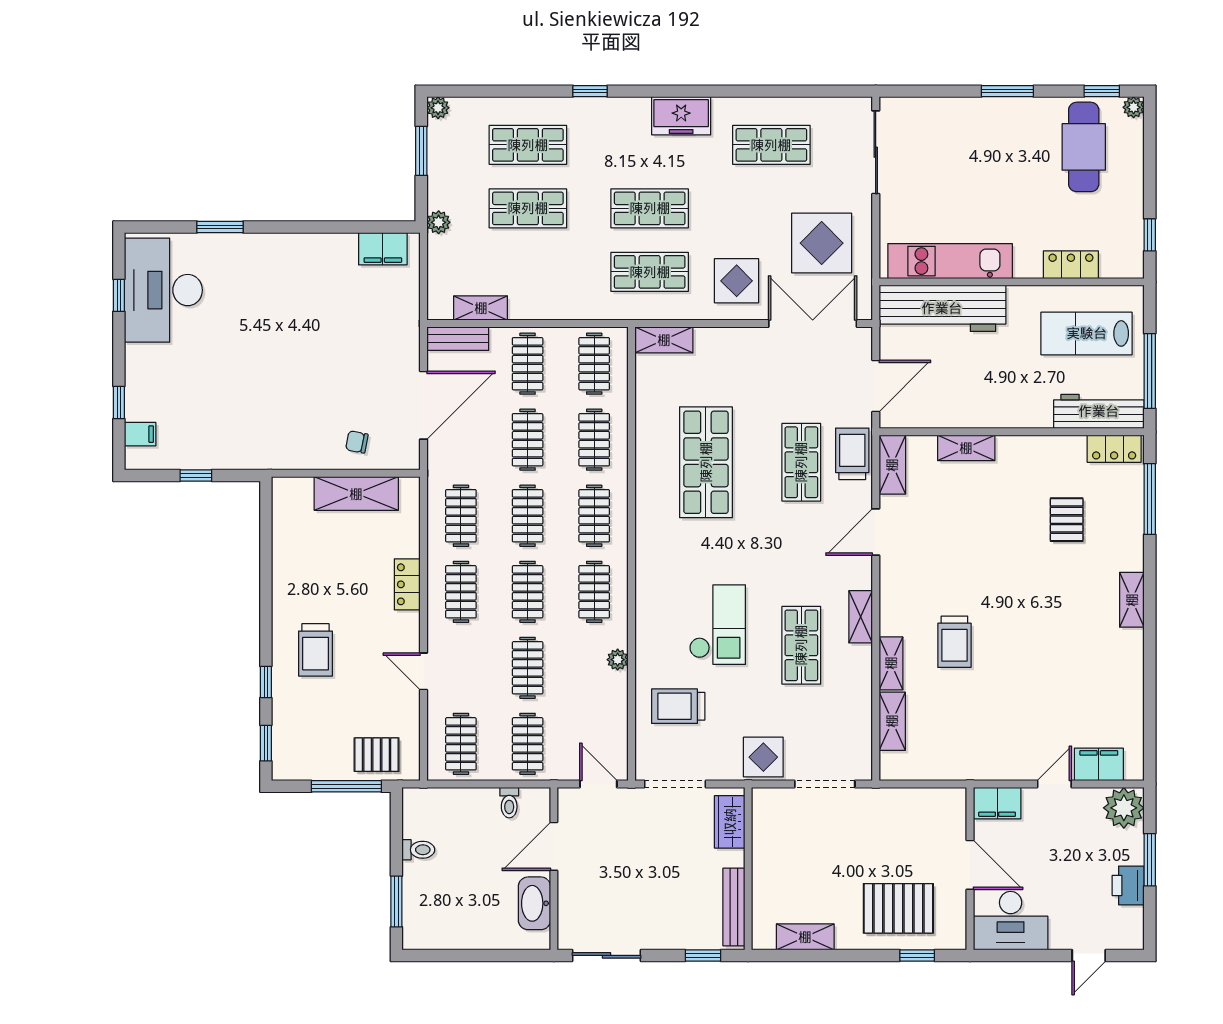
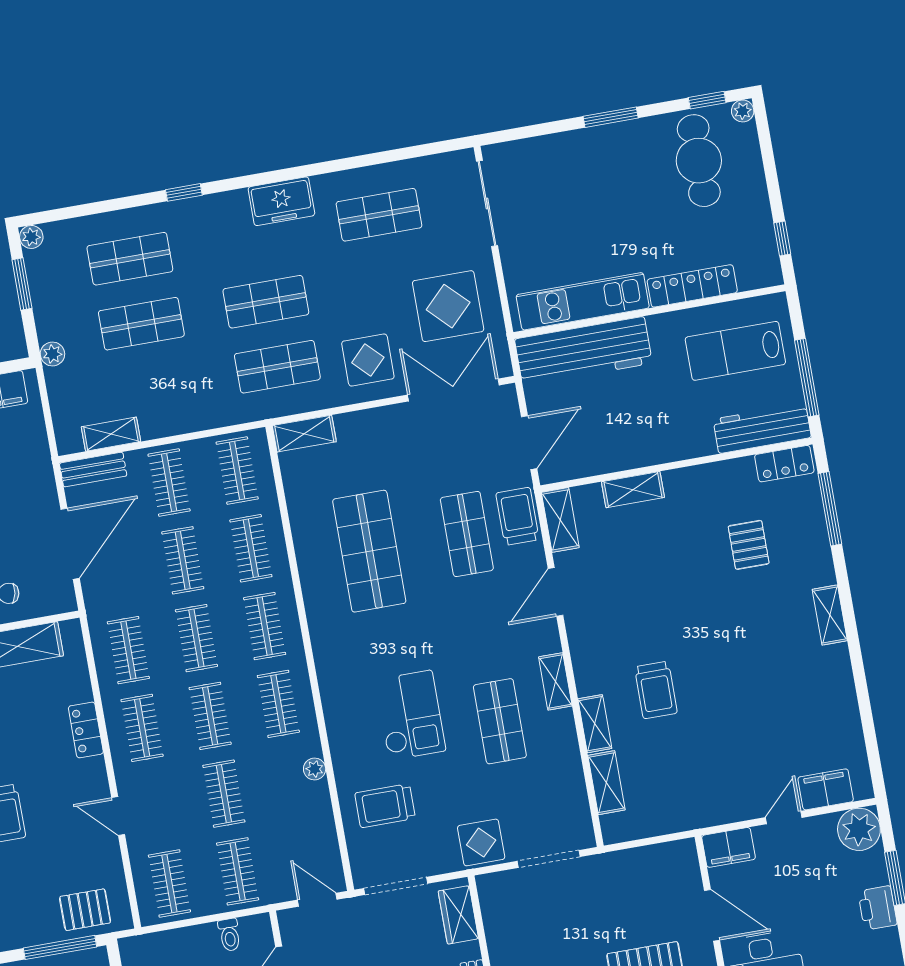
locker: (1071, 265) -> (692, 286), width x1.53

